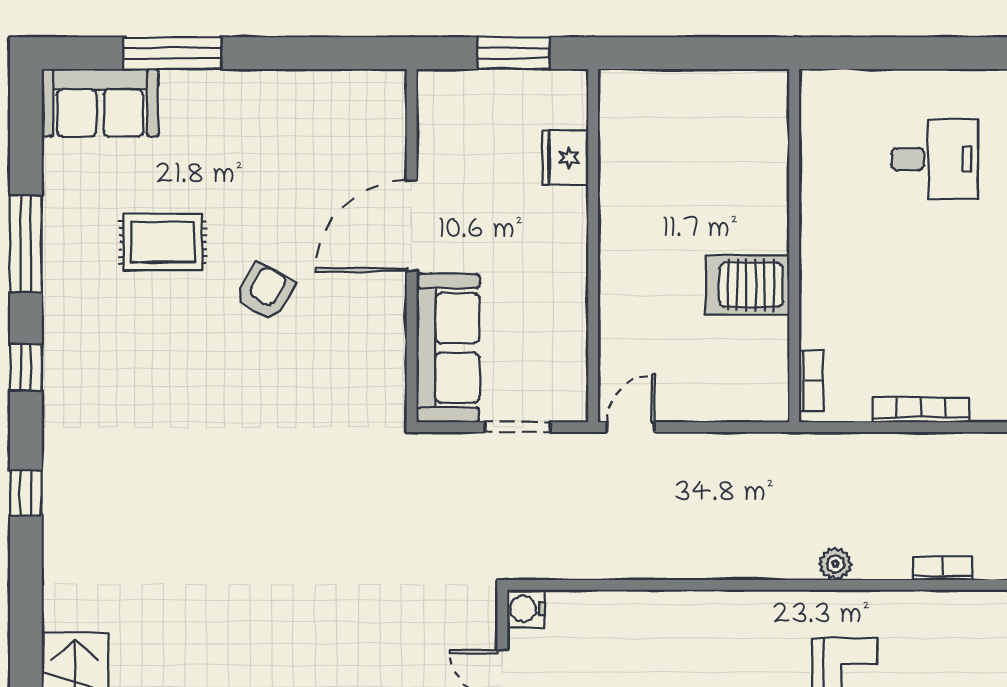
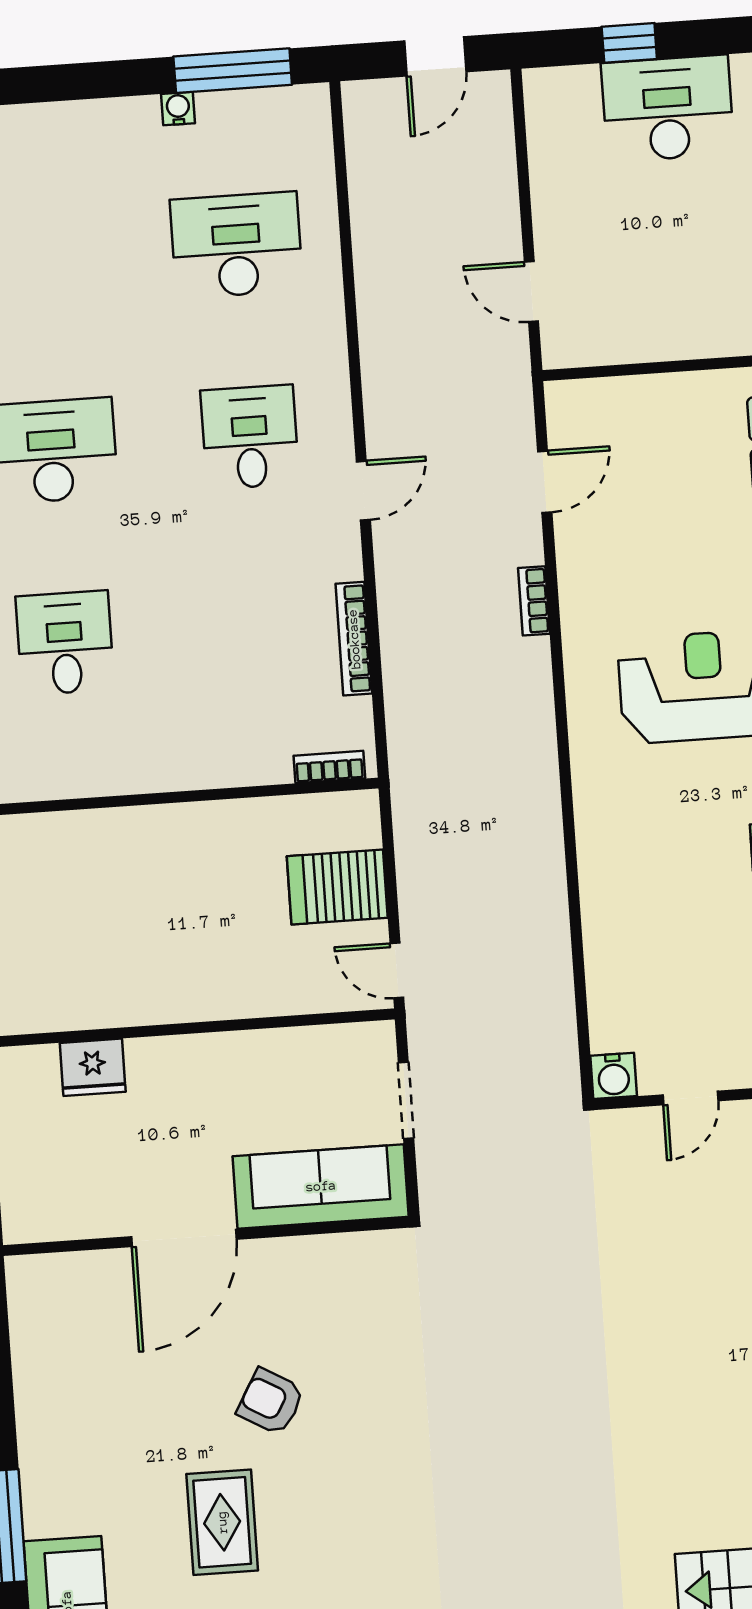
door: (412, 226) -> (184, 1238), hinge flipped
server rack: (748, 285) -> (337, 887), moved, turned 90
plant: (835, 564) -> (538, 724), removed

